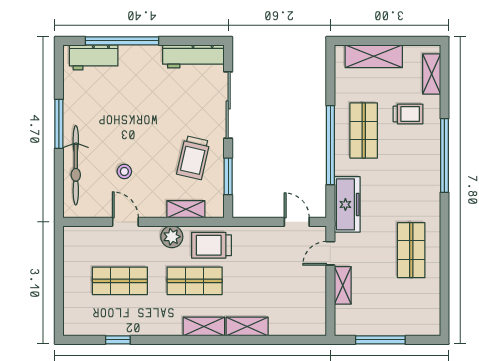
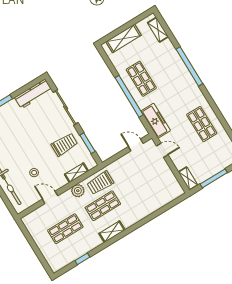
trolley: (408, 114) -> (158, 57), removed
trolley: (193, 158) -> (64, 145), turned -103
door: (330, 253) -> (162, 150), swing flipped
shelving: (343, 285) -> (188, 179), moved
shelving: (204, 327) -> (112, 232), moved
shelving: (247, 327) -> (143, 213), removed

